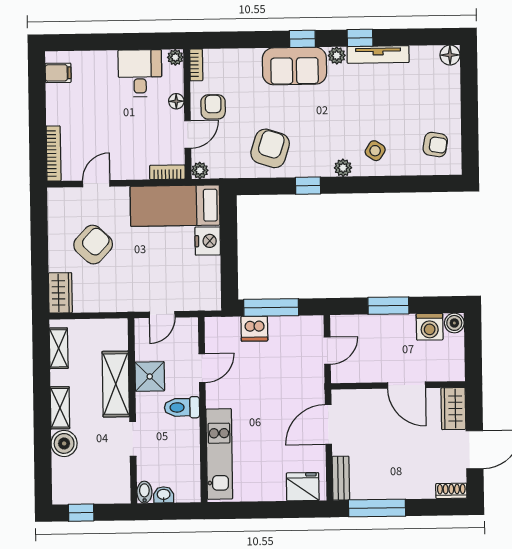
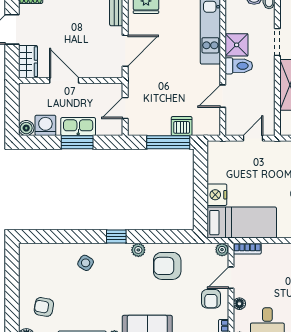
armchair: (435, 145) -> (44, 307), moved
armchair: (270, 148) -> (167, 266), turned 72
plant: (343, 168) -> (138, 250), moved
window: (308, 186) -> (116, 237), moved
kitchen sink: (388, 326) -> (78, 127), added
shower: (150, 376) -> (237, 45), moved

